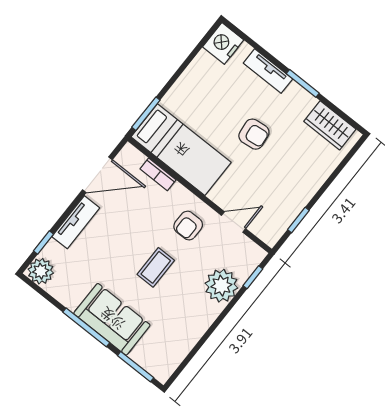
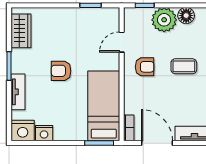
nightstand: (202, 64) -> (44, 133), added
armchair: (254, 134) -> (61, 71), turned -83
bookcase: (158, 174) -> (129, 128), moved
door: (234, 222) -> (122, 42), hinge flipped
floor lamp: (207, 312) -> (186, 16), added

